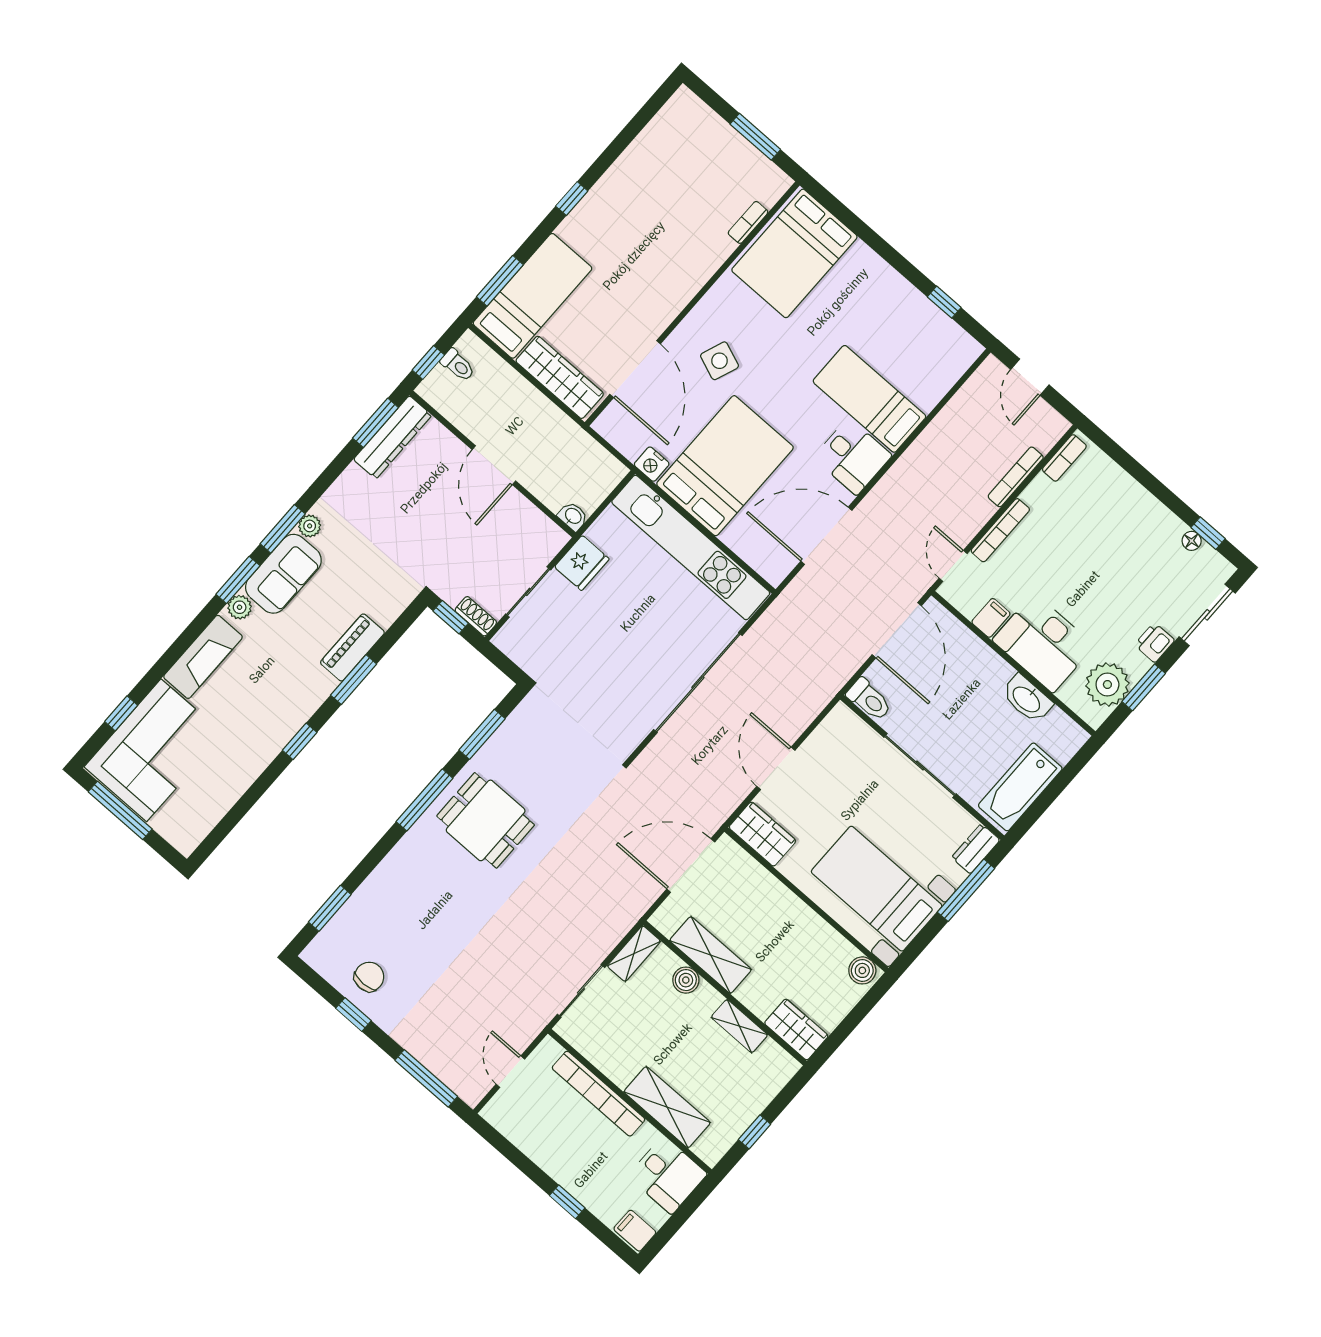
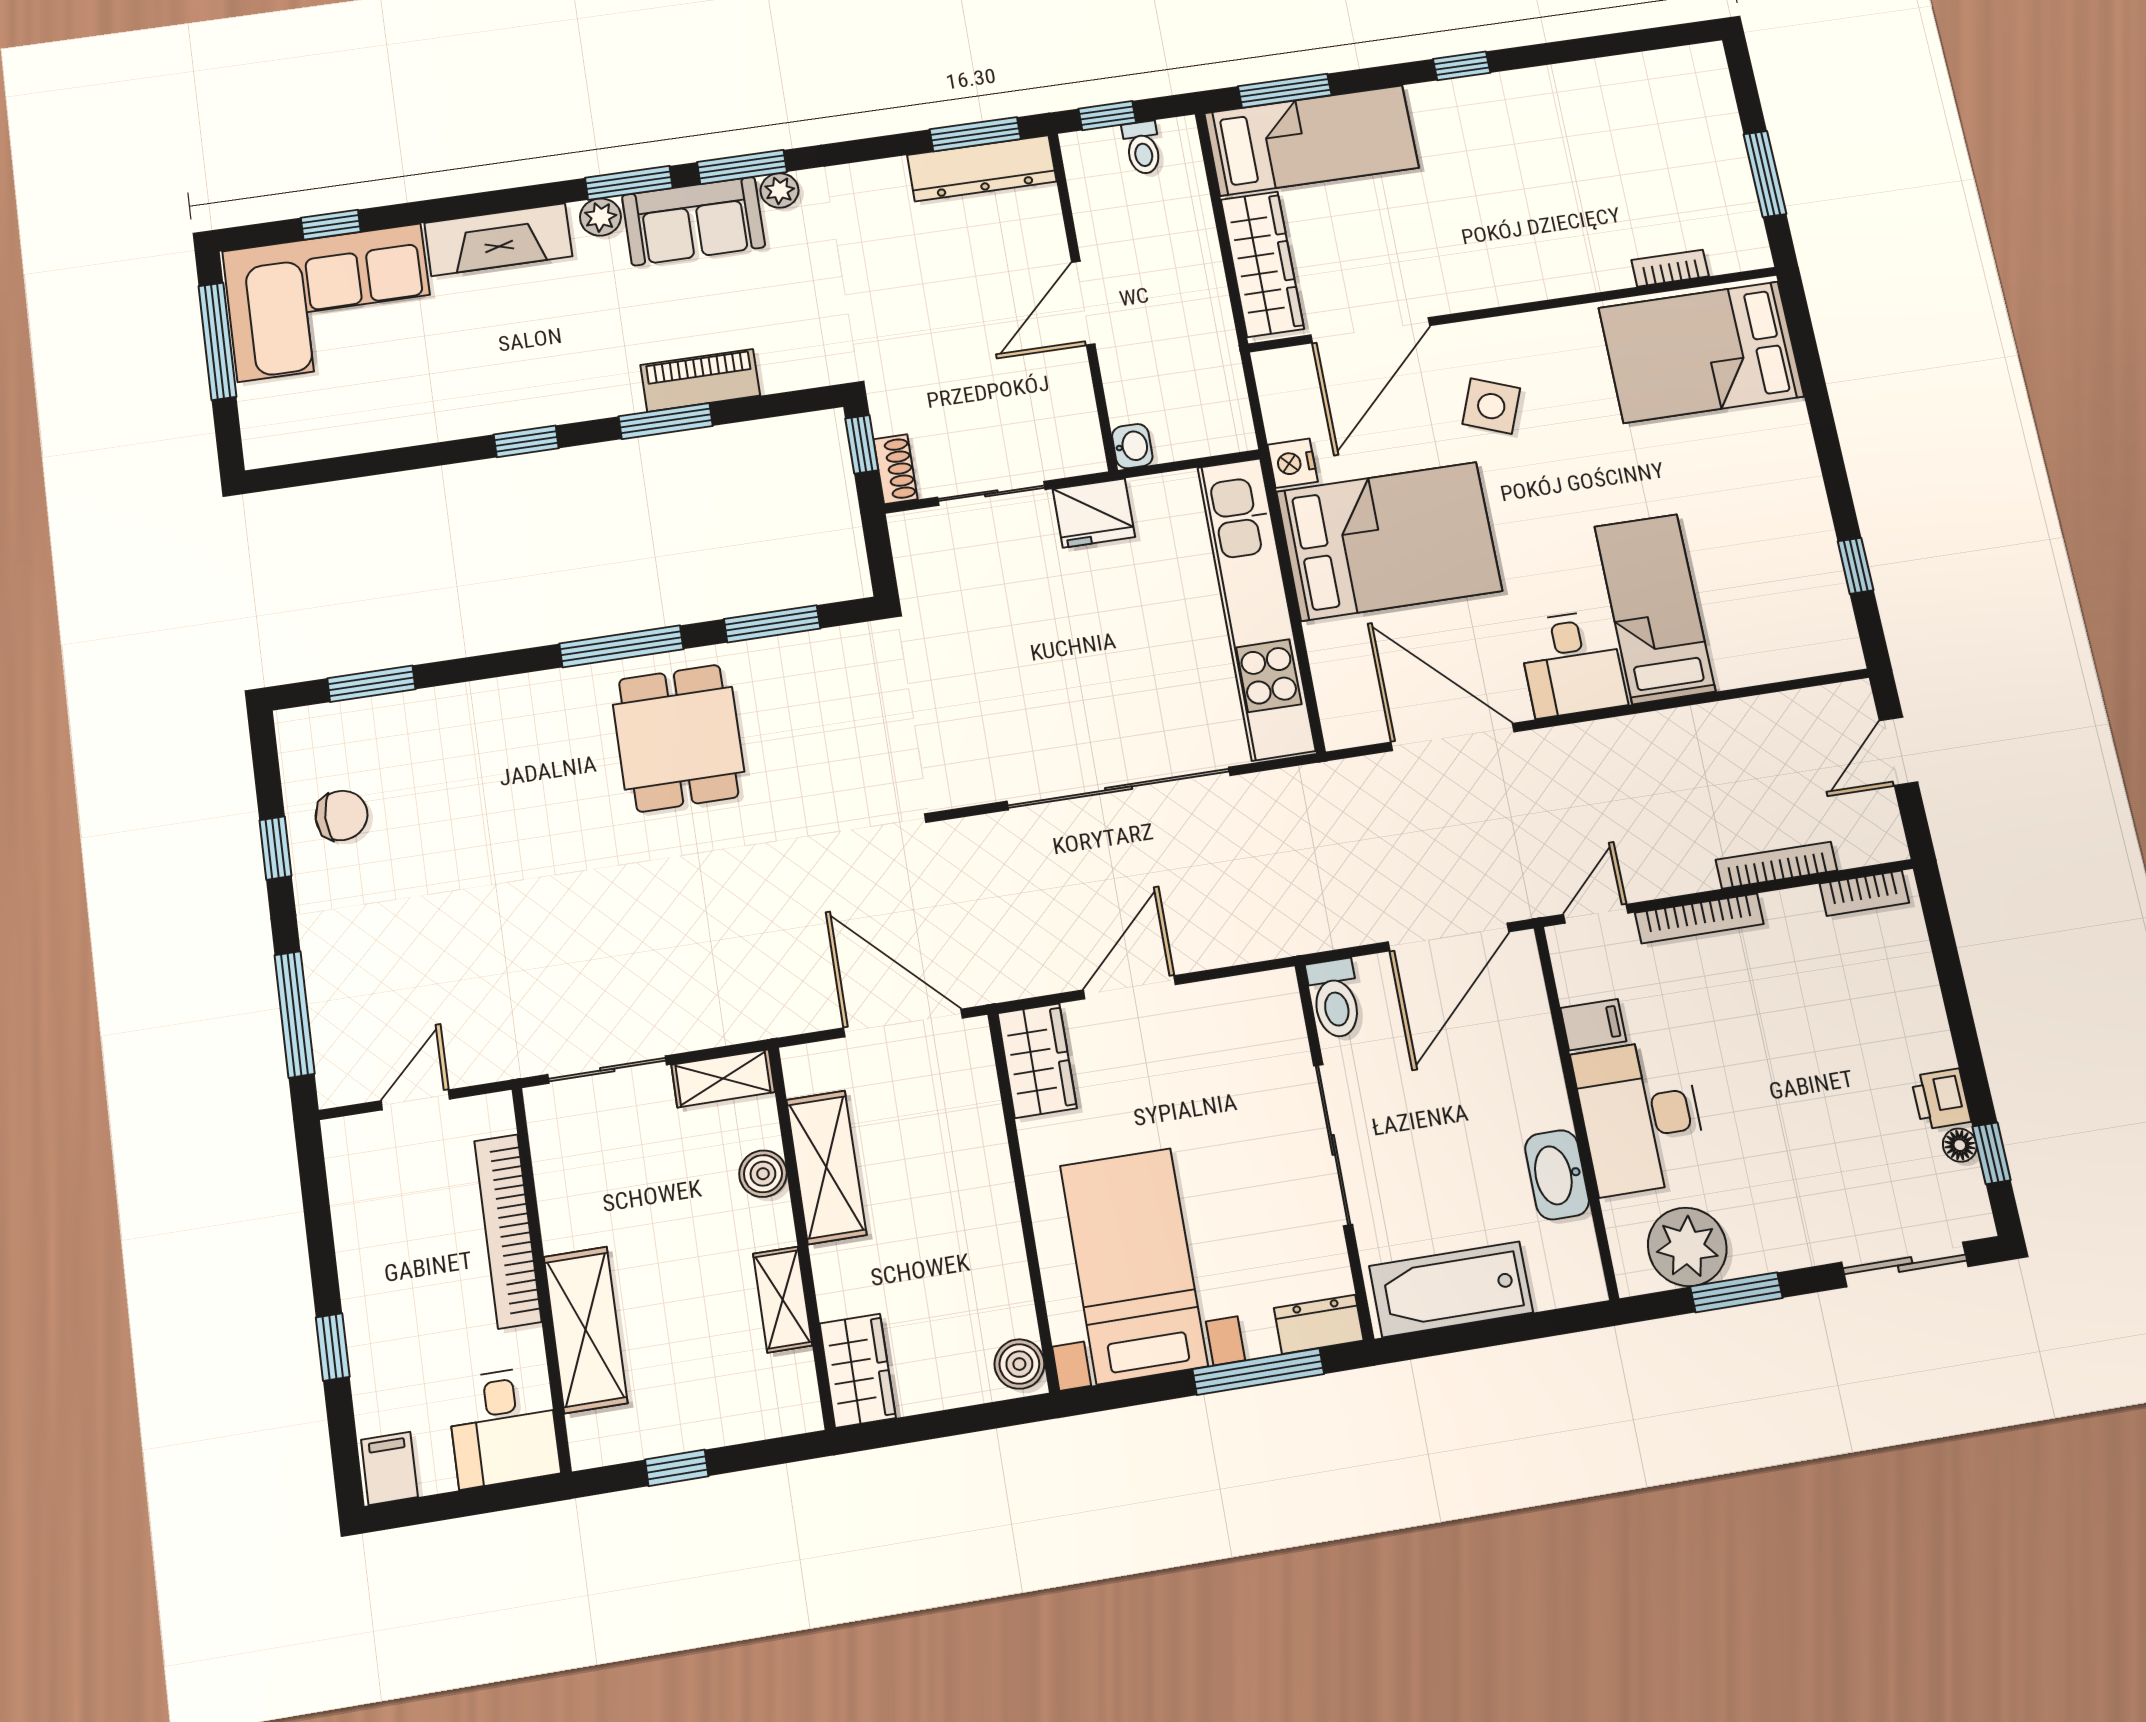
printer: (1155, 643) -> (1941, 1099), moved, turned -90

